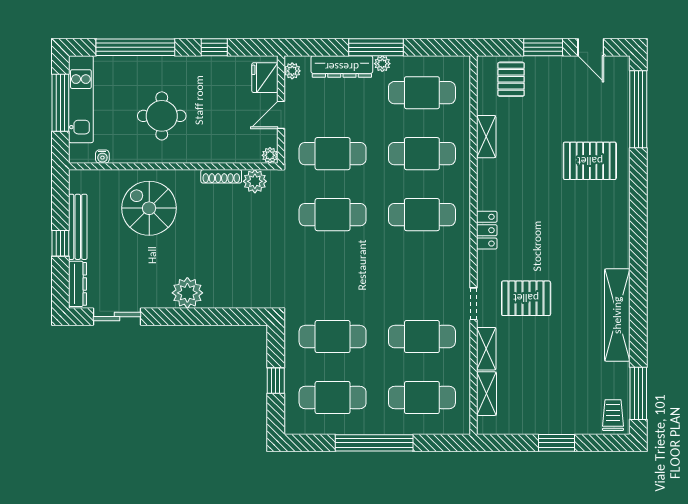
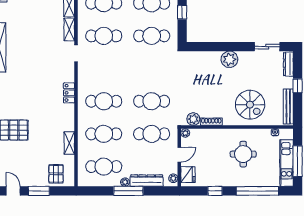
bench: (78, 227) -> (288, 106), moved
pallet: (526, 298) -> (48, 56), removed

